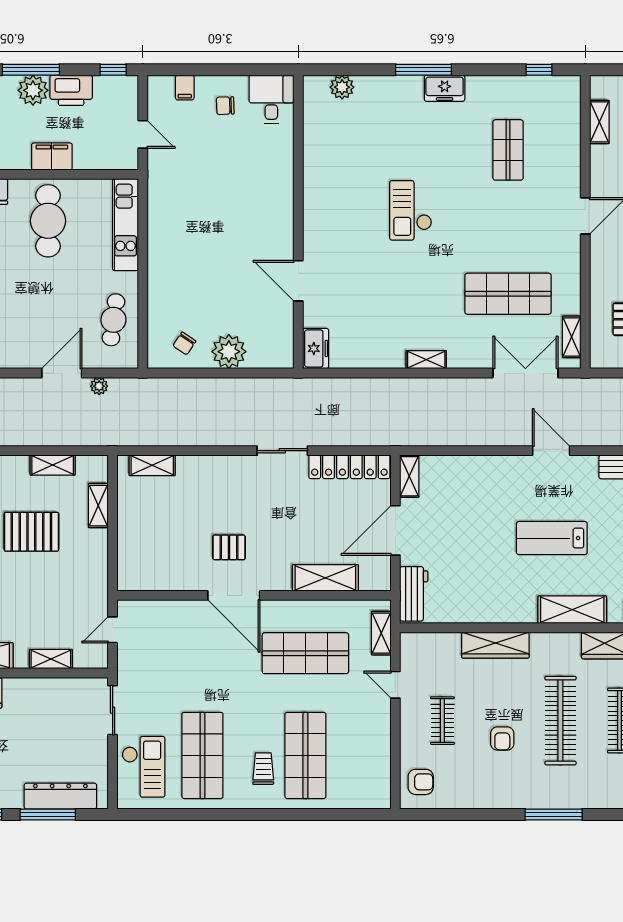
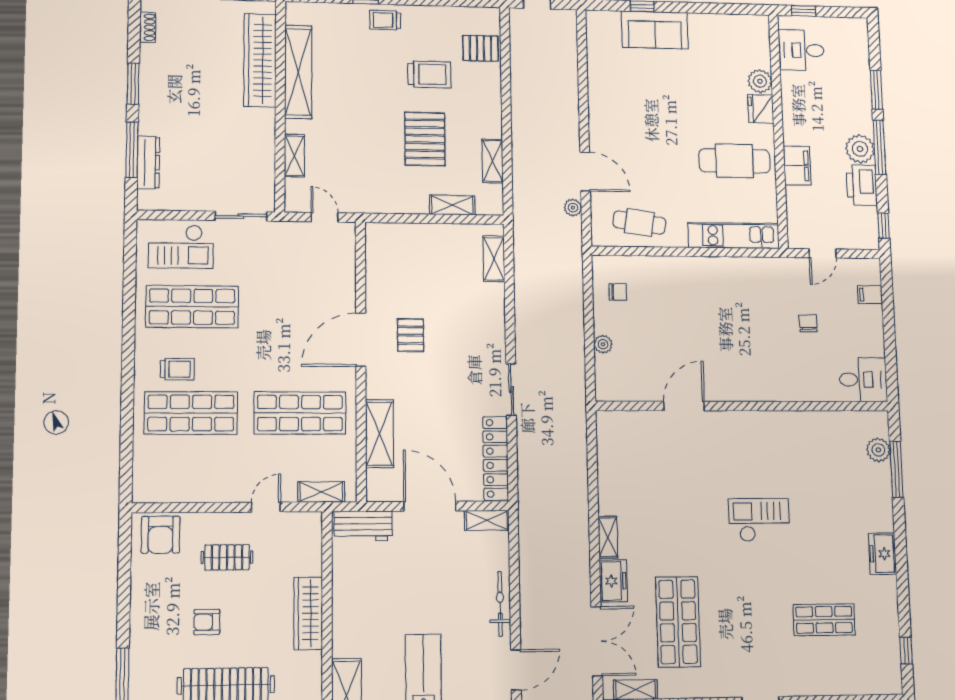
window: (424, 70) -> (896, 469), moved
chair: (225, 106) -> (808, 323), moved
chair: (184, 343) -> (618, 292), turned 146
freezer: (316, 348) -> (613, 581), moved, turned -90
plant: (229, 352) -> (603, 344), width x0.53, depth x0.53
bicycle: (489, 465) -> (500, 604), added
shop shelf: (305, 653) -> (300, 413), turned 90
armchair: (421, 782) -> (161, 535), width x1.38, depth x1.38
dresser: (60, 796) -> (148, 163), width x0.73, depth x0.80

